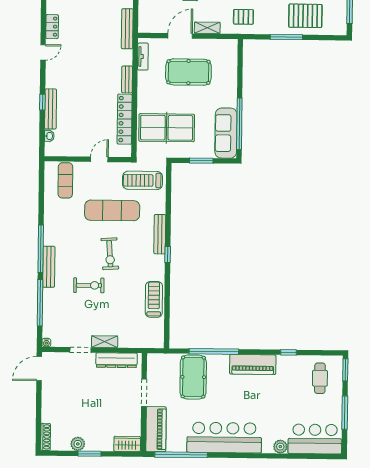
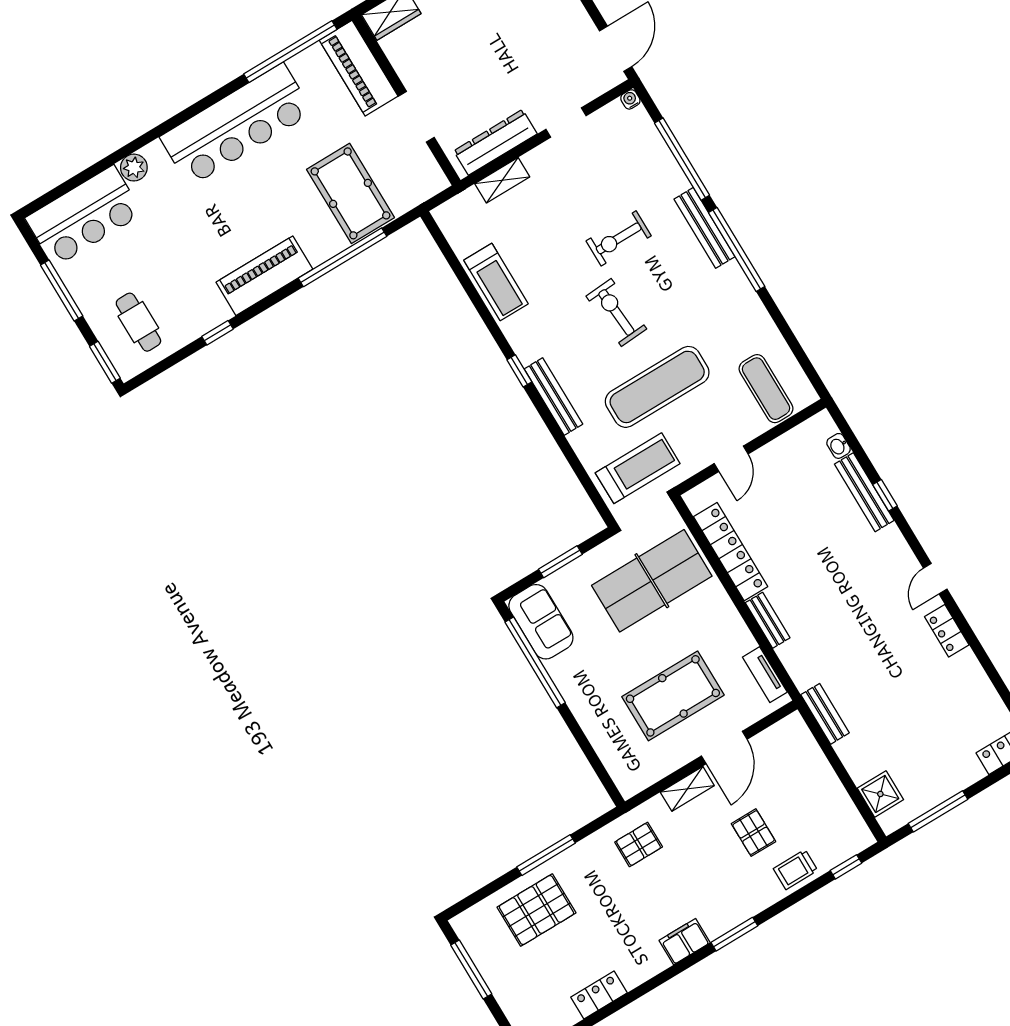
bench: (127, 29) -> (825, 714), width x0.73
sofa: (226, 133) -> (541, 622), width x0.73
shelving: (105, 342) -> (502, 180), moved

